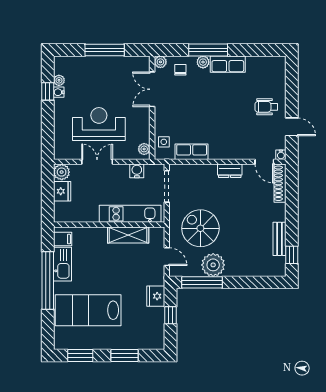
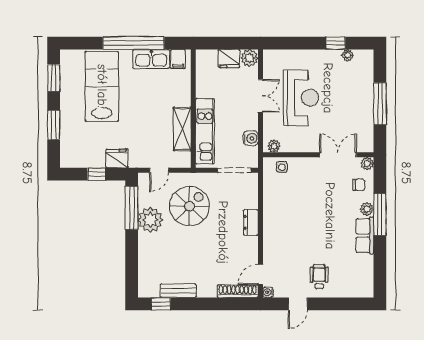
water cooler: (59, 92) -> (335, 55), removed
row of seats: (192, 152) -> (271, 197), removed
dresser: (230, 171) -> (251, 222), moved

